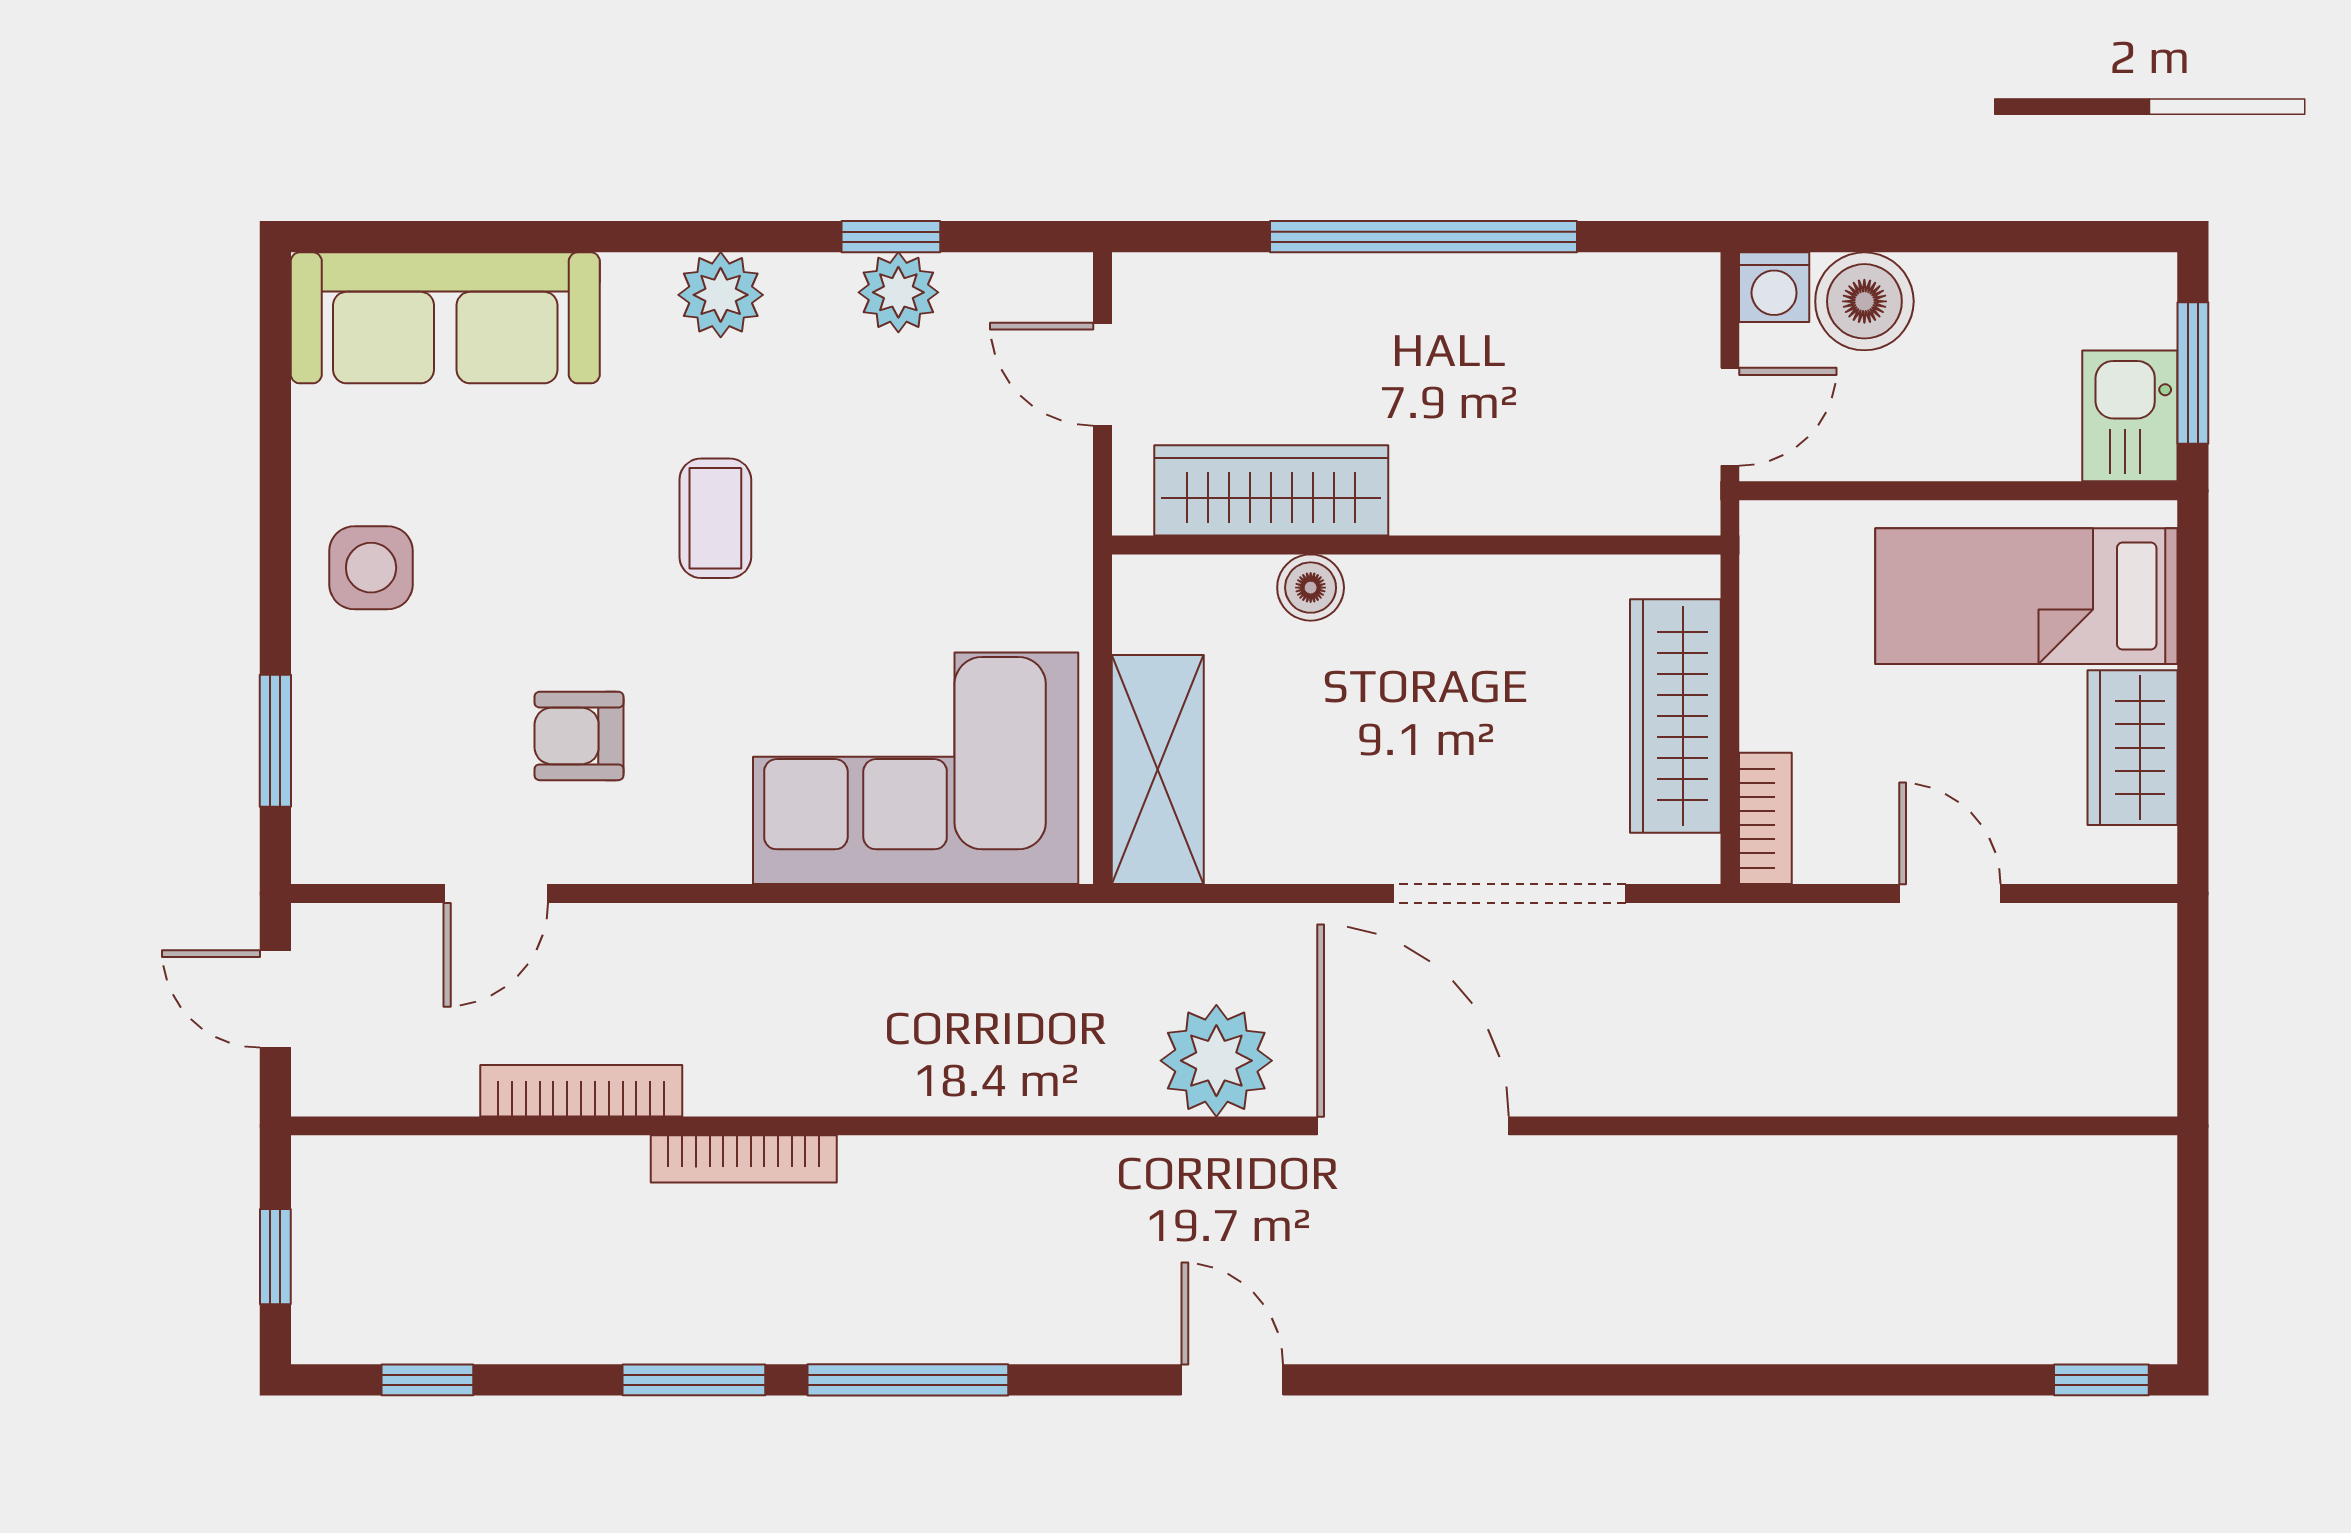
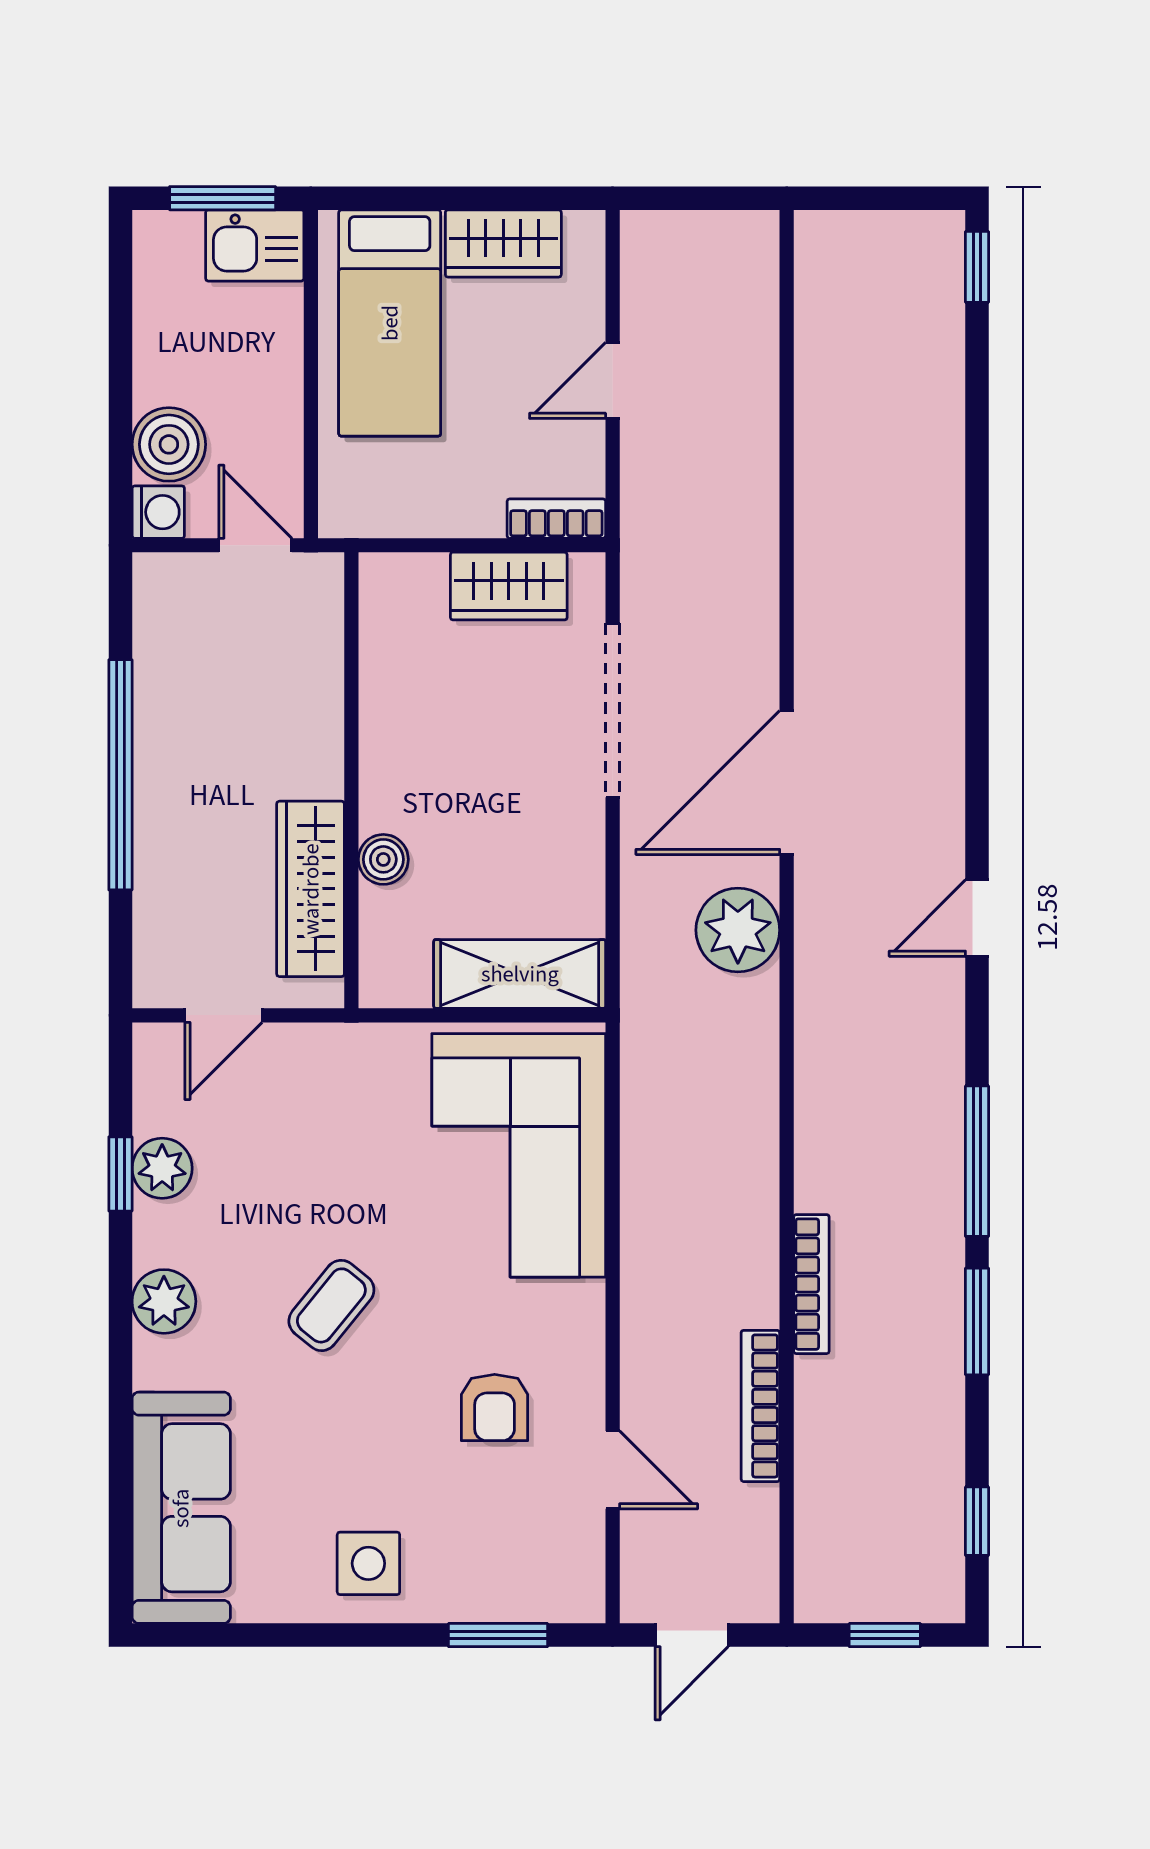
coffee table: (715, 518) -> (331, 1305), turned -51
wardrobe: (1675, 716) -> (509, 586), width x0.67

